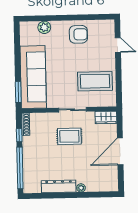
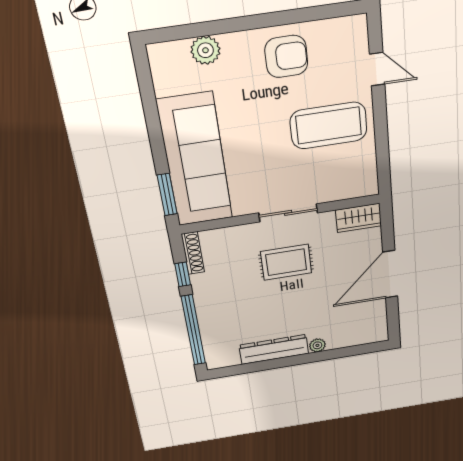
coffee table: (95, 81) -> (329, 126), moved

